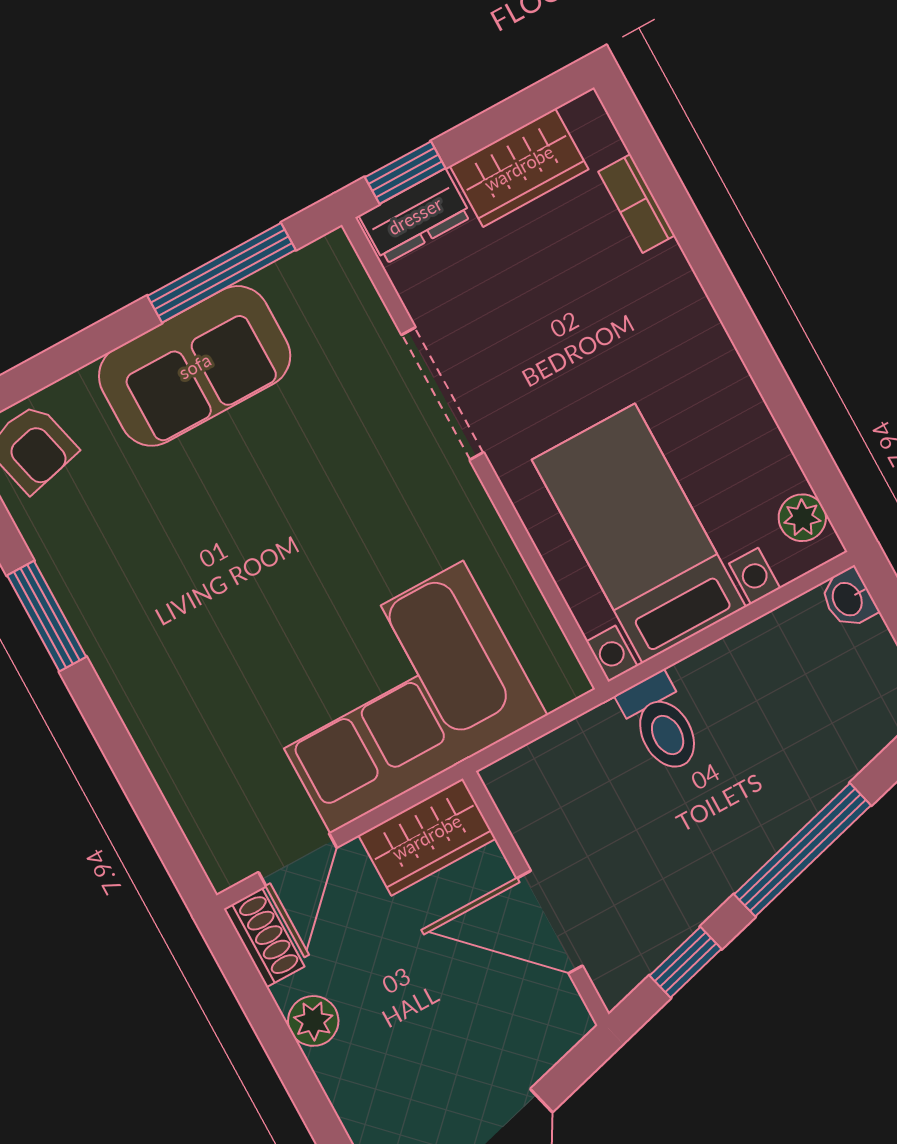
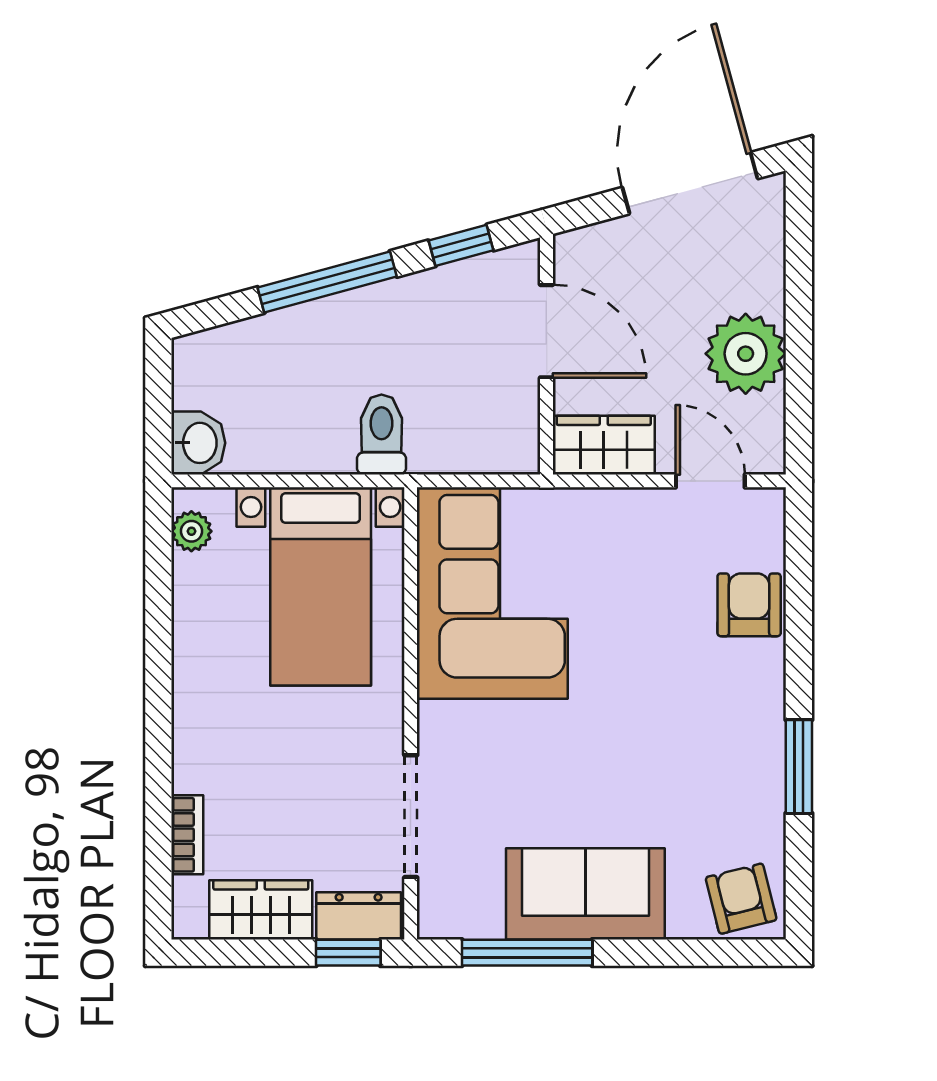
doorway: (443, 394) -> (411, 816), moved
washbasin: (848, 599) -> (198, 443), width x1.38, depth x1.45
corner sofa: (397, 697) -> (492, 593), moved, turned -90
armchair: (188, 754) -> (749, 605), added
door: (298, 860) -> (710, 481), hinge flipped
shoe rack: (264, 938) -> (767, 436), removed
plant: (313, 1021) -> (746, 354), width x1.88, depth x1.88

